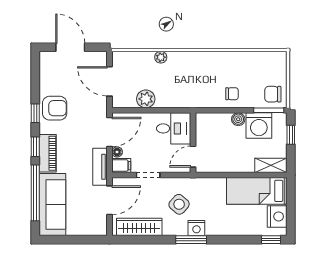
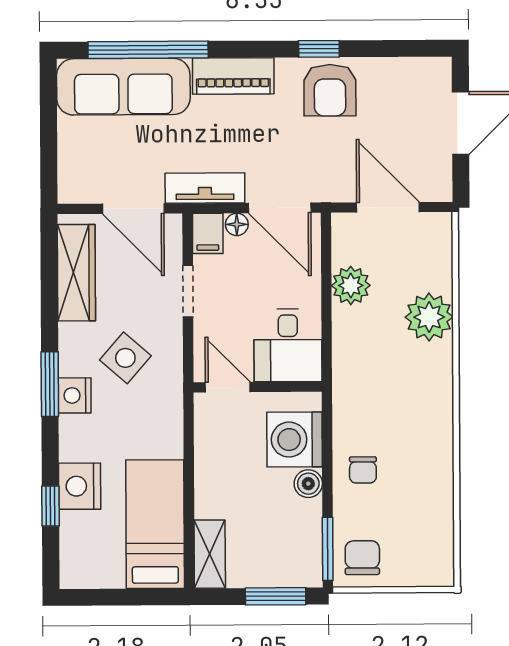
plant: (161, 57) -> (429, 317), width x1.88, depth x1.88
door: (109, 81) -> (388, 207), hinge flipped
washing machine: (259, 126) -> (295, 439), moved
window: (291, 135) -> (276, 596), width x1.50
window: (35, 147) -> (247, 49), removed
nightstand: (277, 216) -> (80, 486), moved, turned 90
window: (271, 240) -> (50, 506), moved

